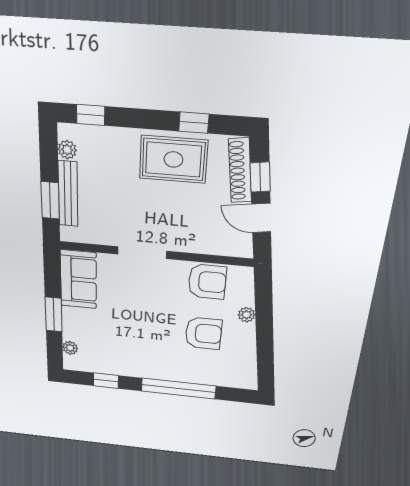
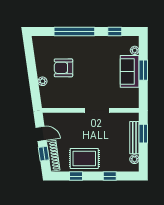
window: (91, 115) -> (110, 176), moved
sofa: (78, 279) -> (130, 71), moved
armchair: (207, 282) -> (64, 98), removed

